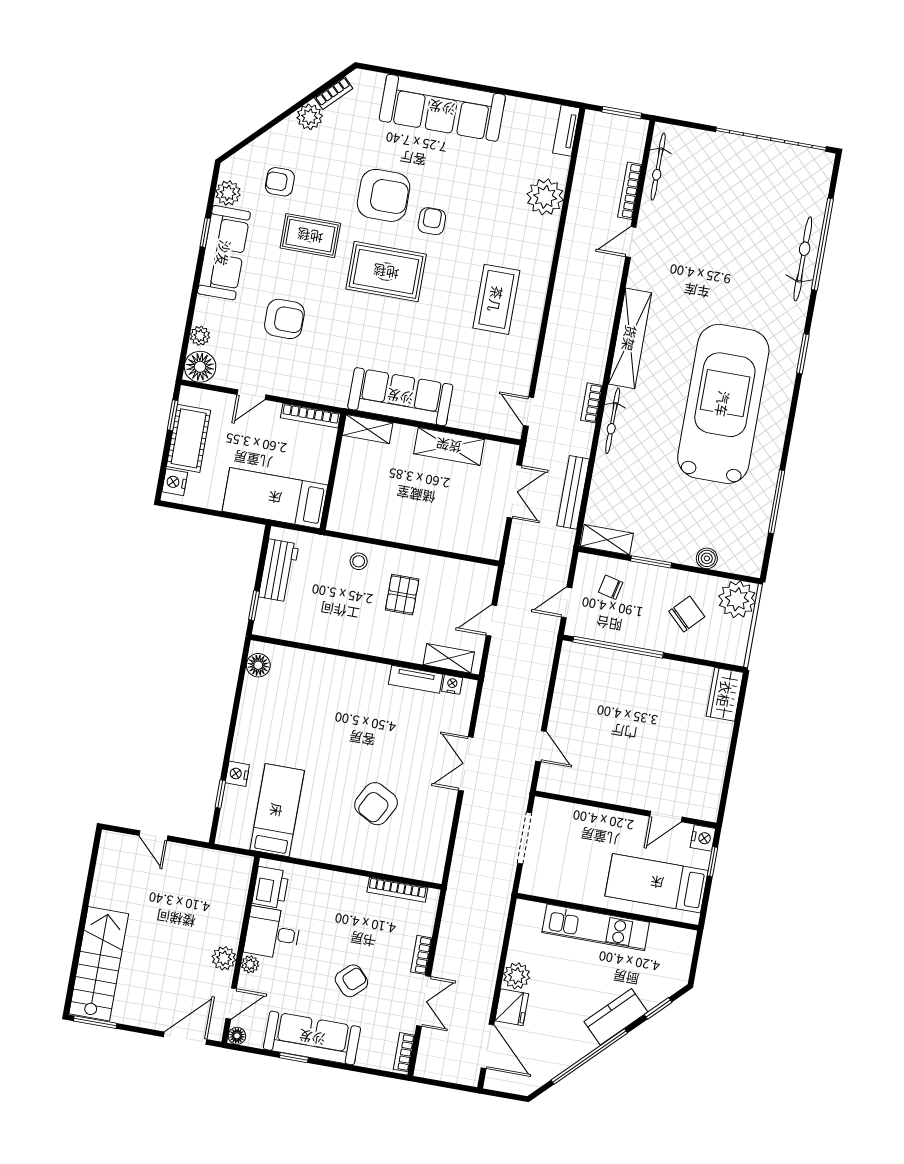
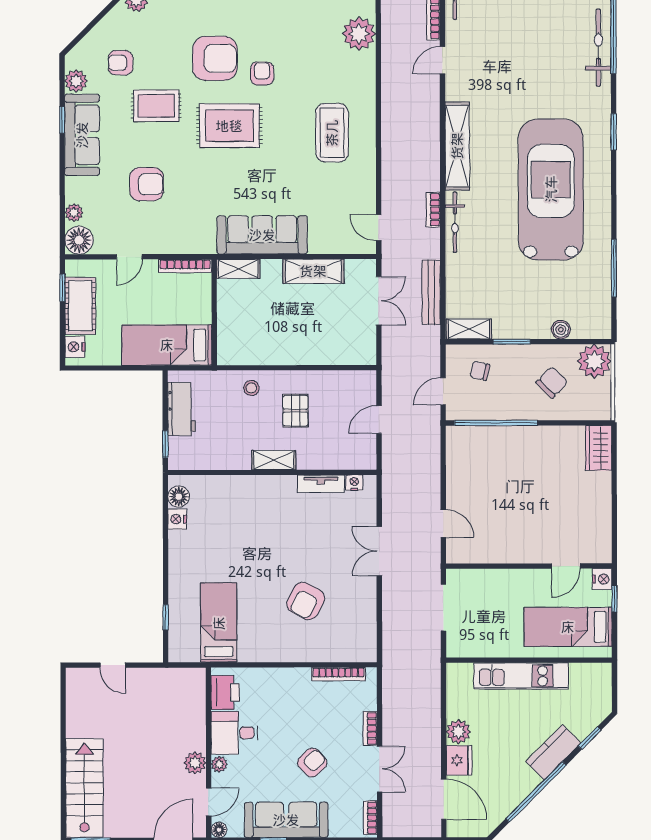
shelving: (449, 658) -> (274, 460), moved
nightstand: (237, 774) -> (177, 519), moved

